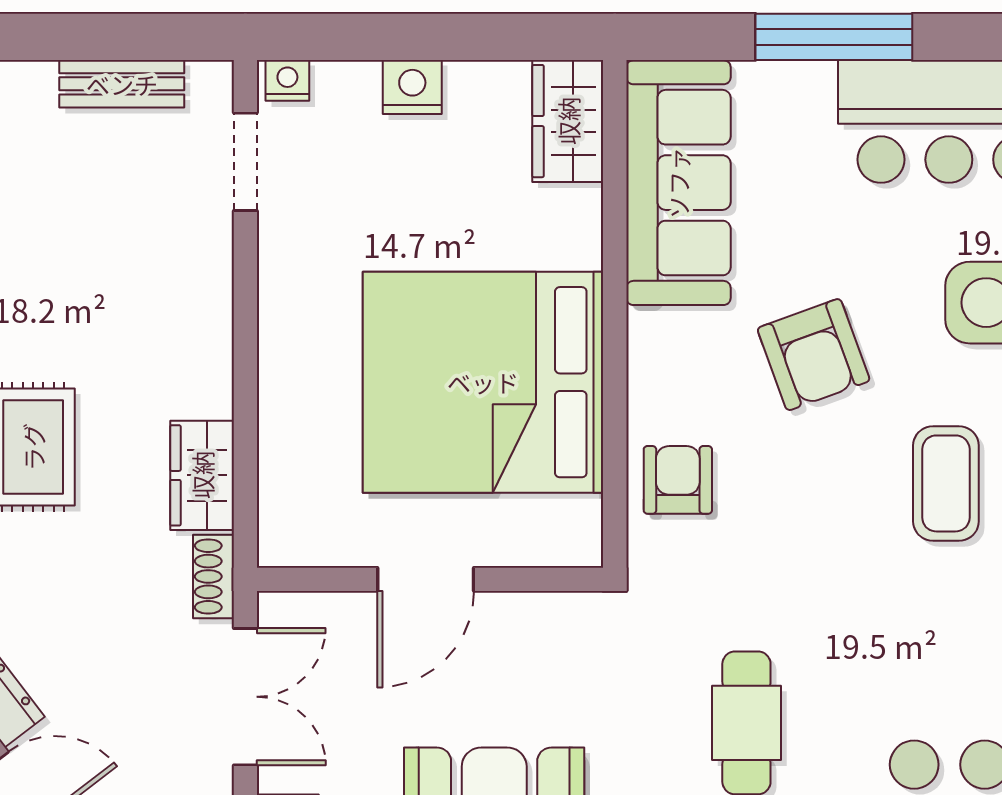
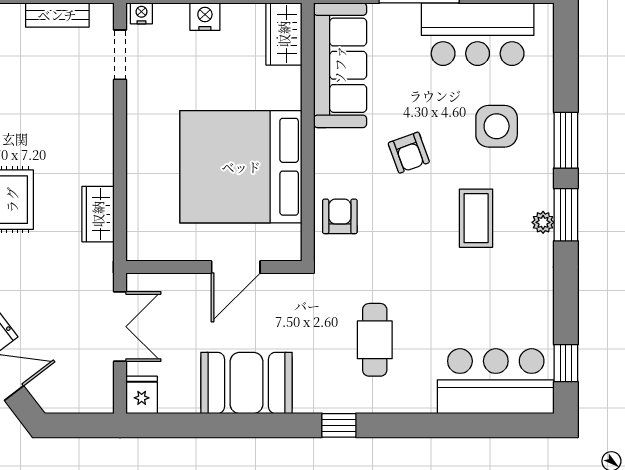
armchair: (814, 355) -> (409, 153), width x0.72, depth x0.72
shoe rack: (214, 576) -> (104, 265), removed
door: (426, 579) -> (236, 267), moved

